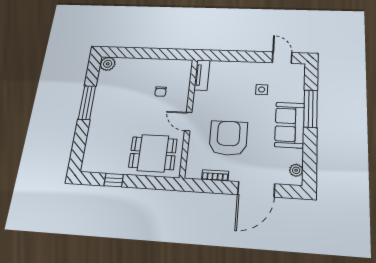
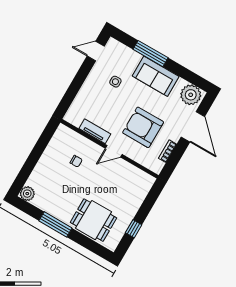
tv unit: (202, 75) -> (95, 131), moved
dining table: (153, 153) -> (93, 220), moved, turned 90
plant: (296, 170) -> (191, 95), width x1.88, depth x1.88

